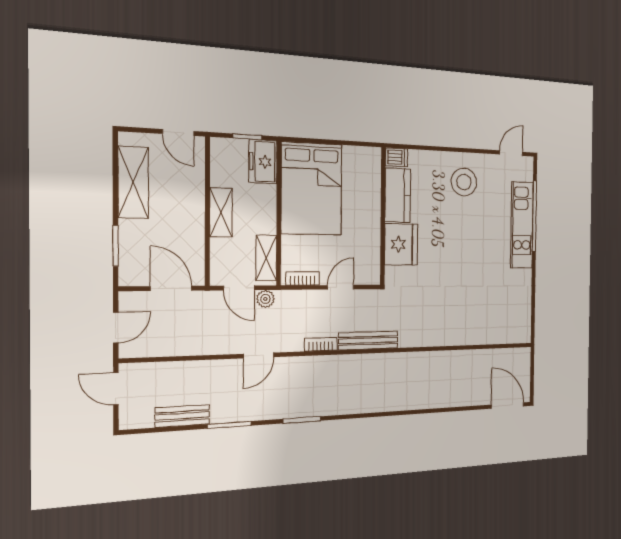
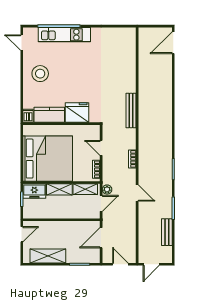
bed: (312, 189) -> (48, 159), width x1.36
shelving: (221, 212) -> (59, 189), moved
bench: (368, 340) -> (131, 110), moved

